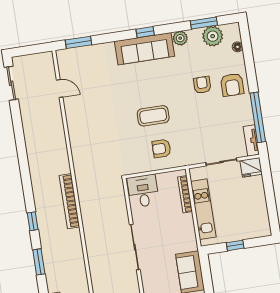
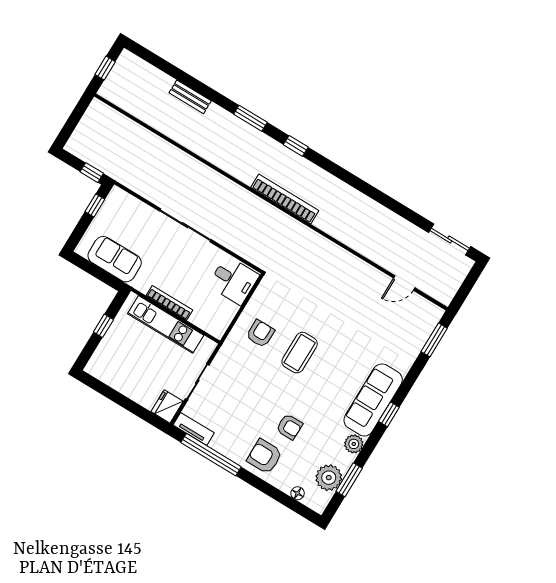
bookcase: (185, 194) -> (169, 303), moved

